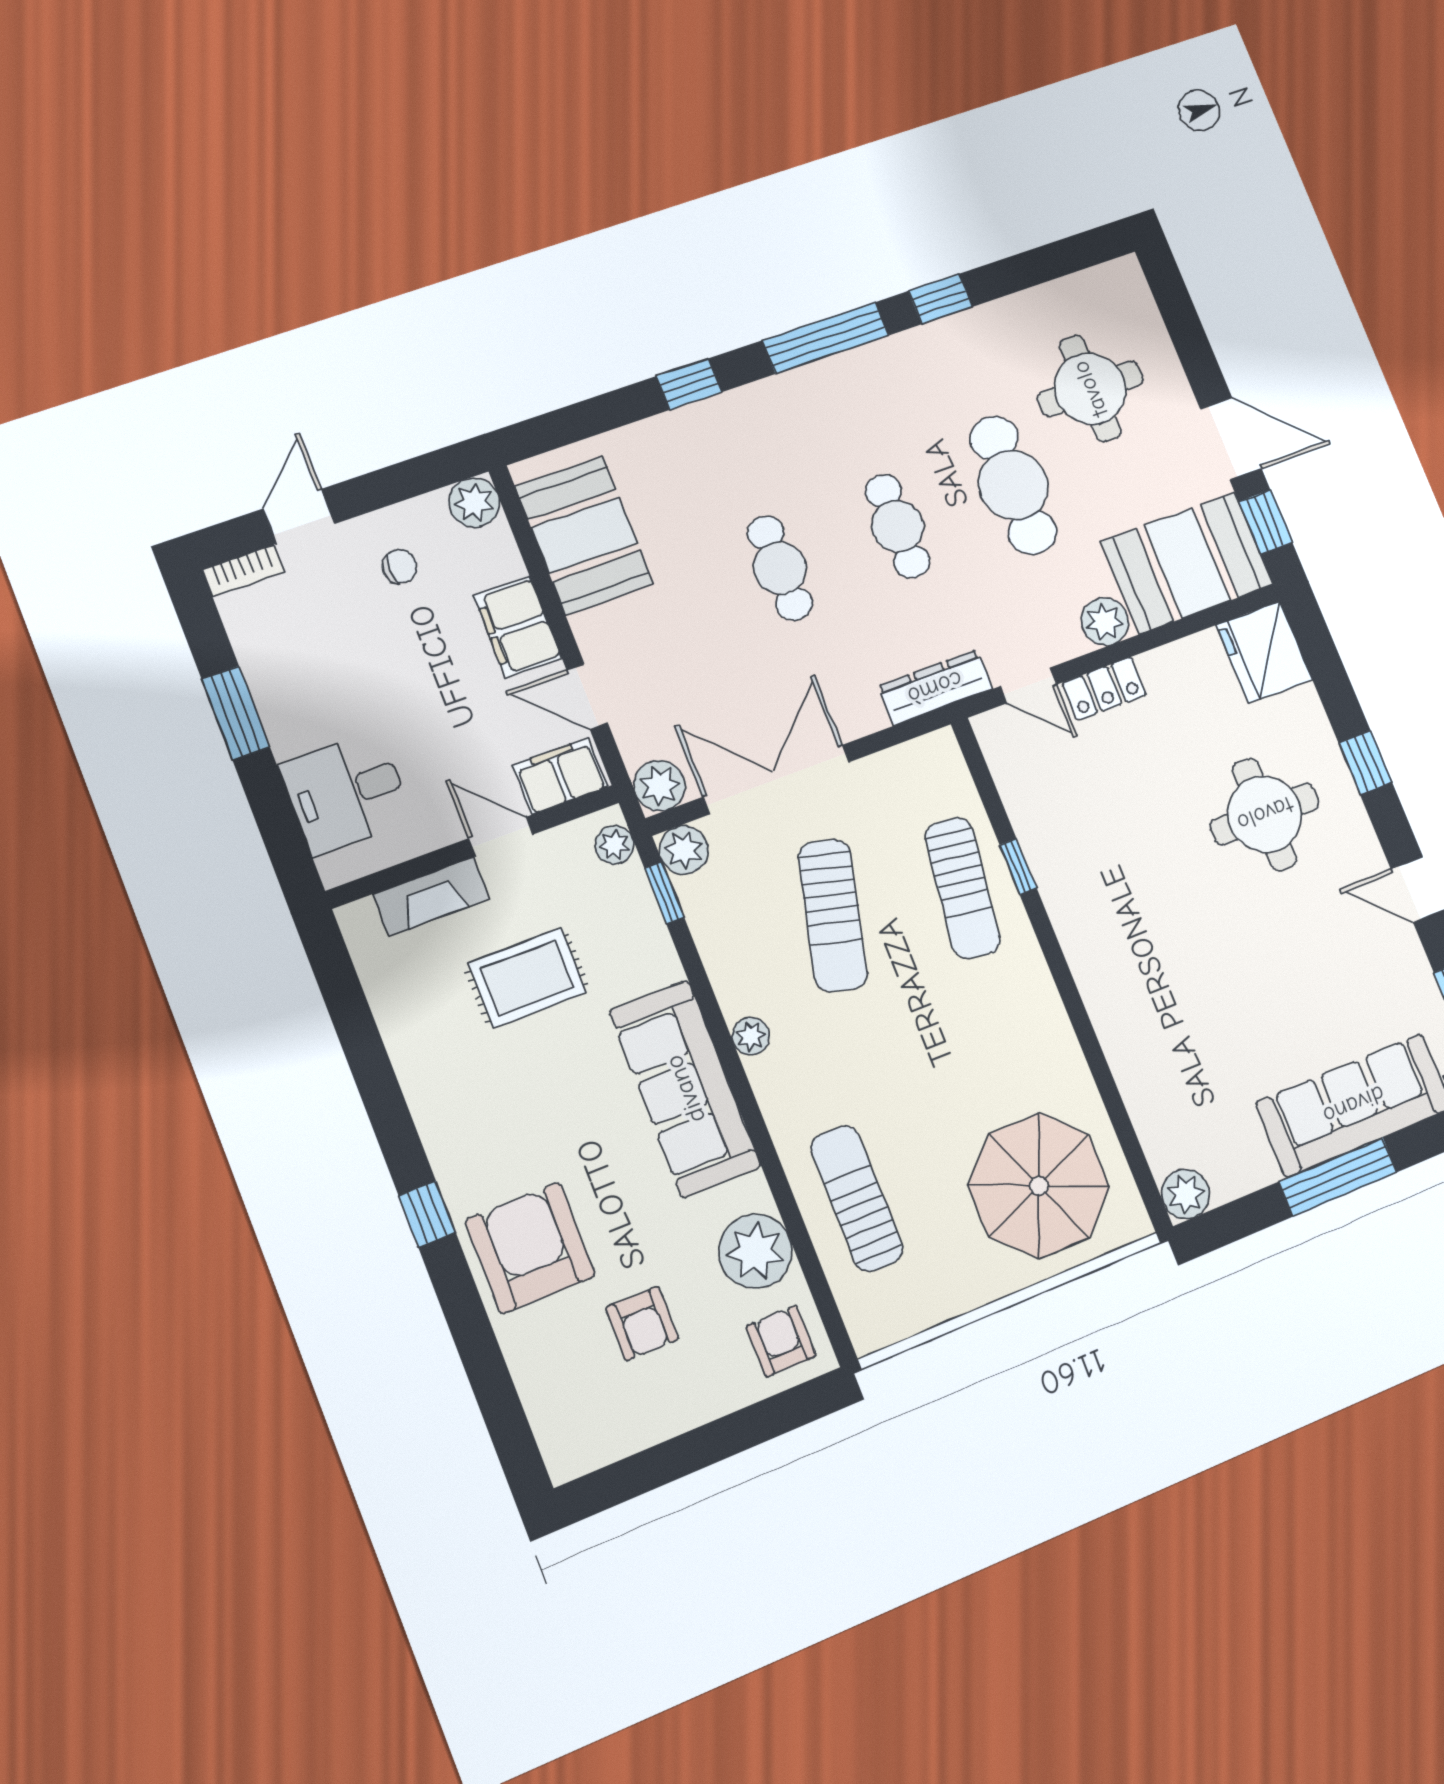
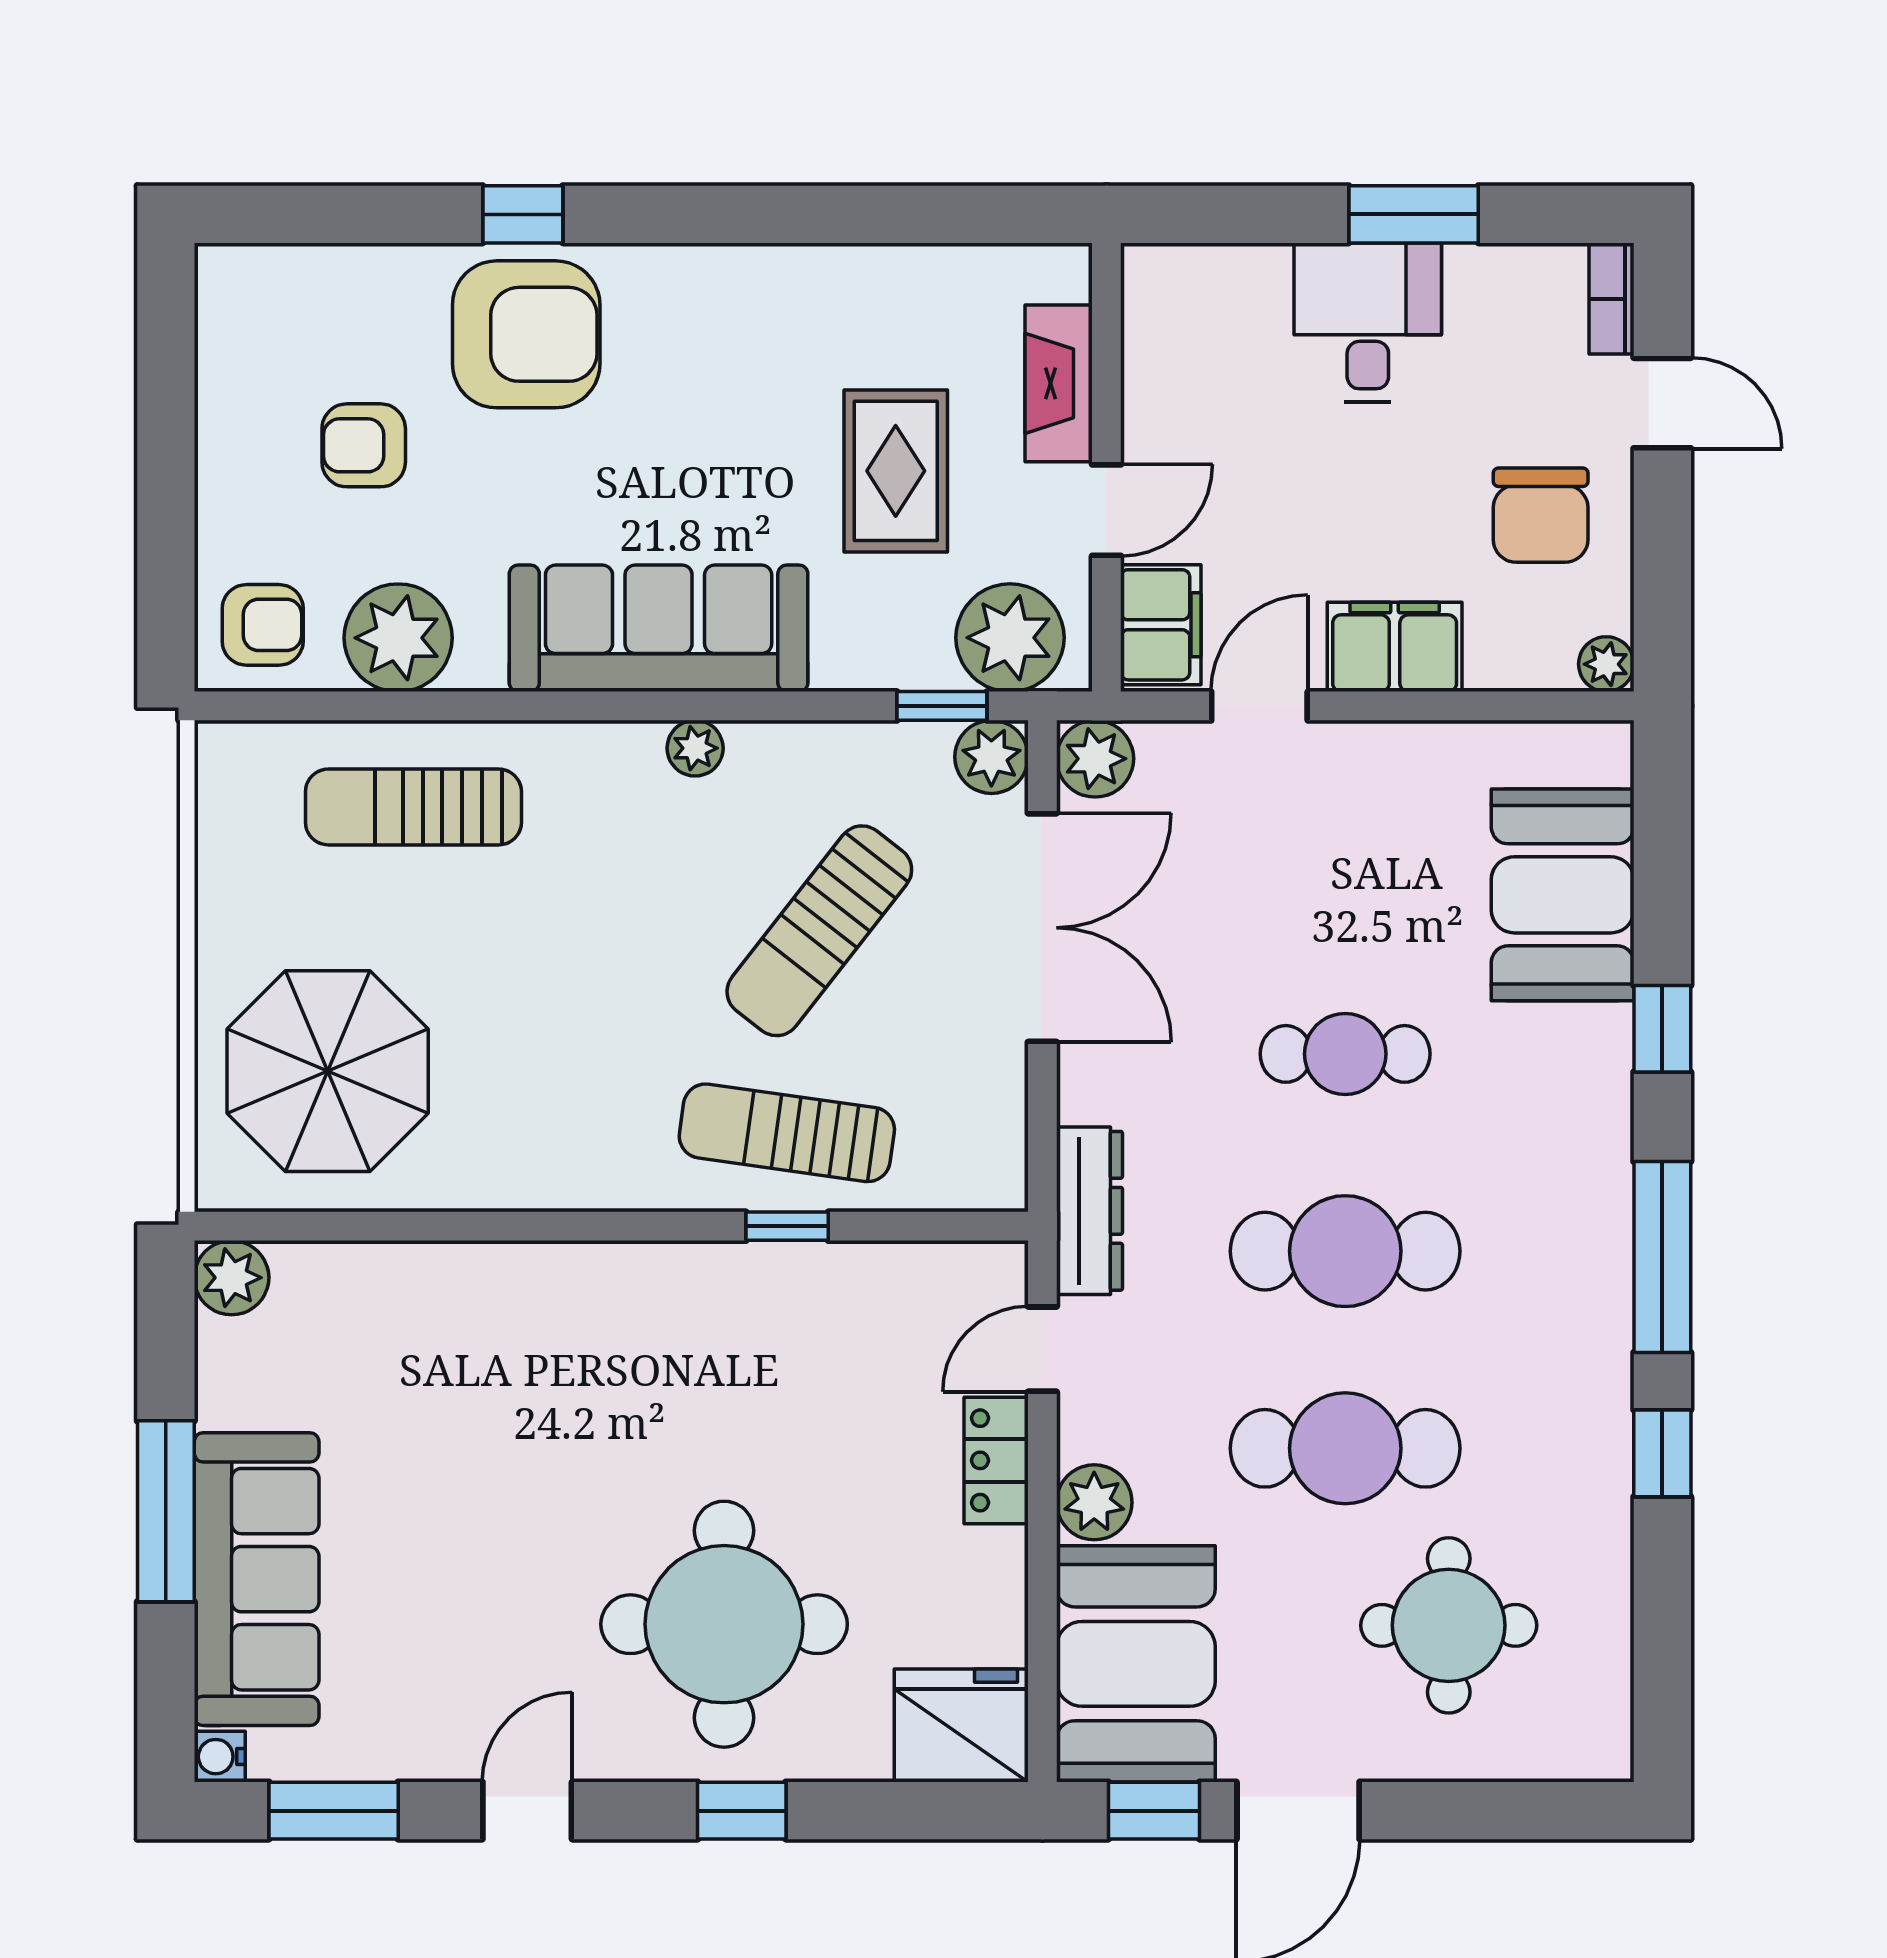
plant: (474, 503) -> (1606, 664), width x0.73, depth x0.73
cafe table: (898, 526) -> (1345, 1251), width x1.37, depth x1.35
booth: (584, 535) -> (1563, 895), moved, turned 90
chair: (400, 566) -> (1541, 515), width x1.87, depth x1.87
desk: (346, 793) -> (1368, 322), moved
round table: (1265, 814) -> (724, 1624), width x1.36, depth x1.36
plant: (615, 845) -> (1010, 638), width x1.87, depth x1.87
sun lounger: (833, 916) -> (819, 931), turned -66
sun lounger: (857, 1198) -> (413, 807), turned 180
window: (427, 1214) -> (523, 214), moved

